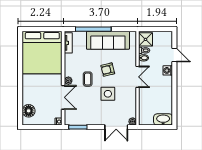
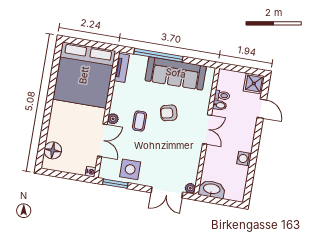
shower: (145, 39) -> (254, 84), moved
washing machine: (168, 70) -> (244, 159), moved
side table: (108, 94) -> (130, 169), moved
washbasin: (163, 119) -> (212, 189), moved

